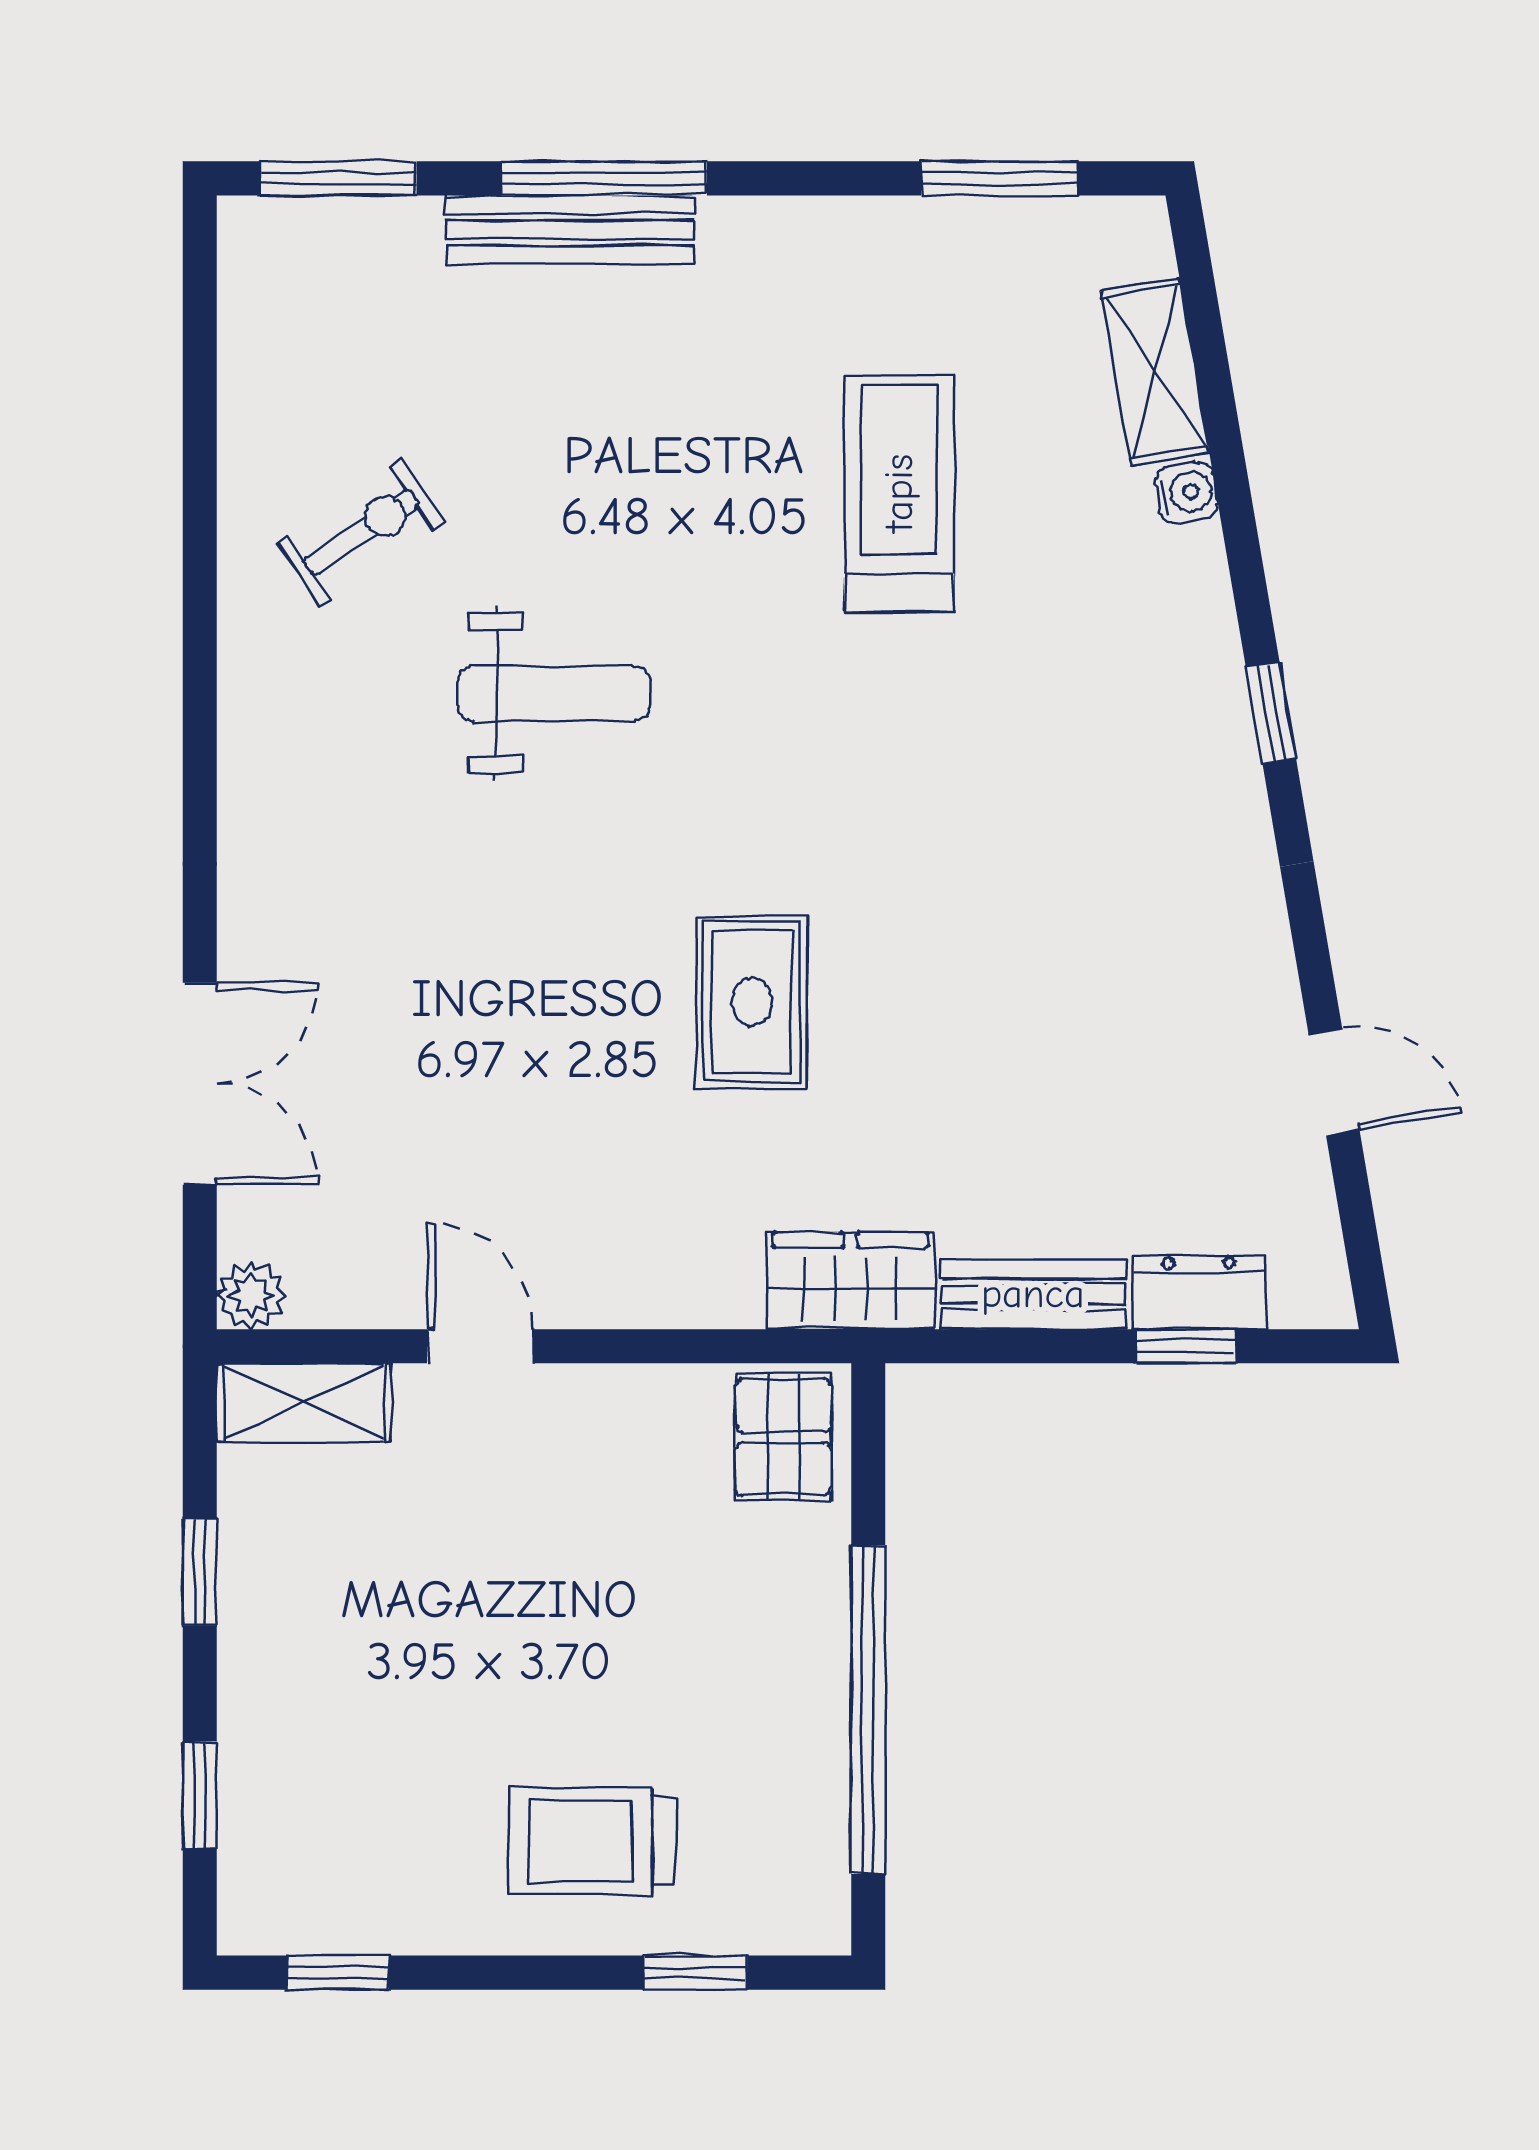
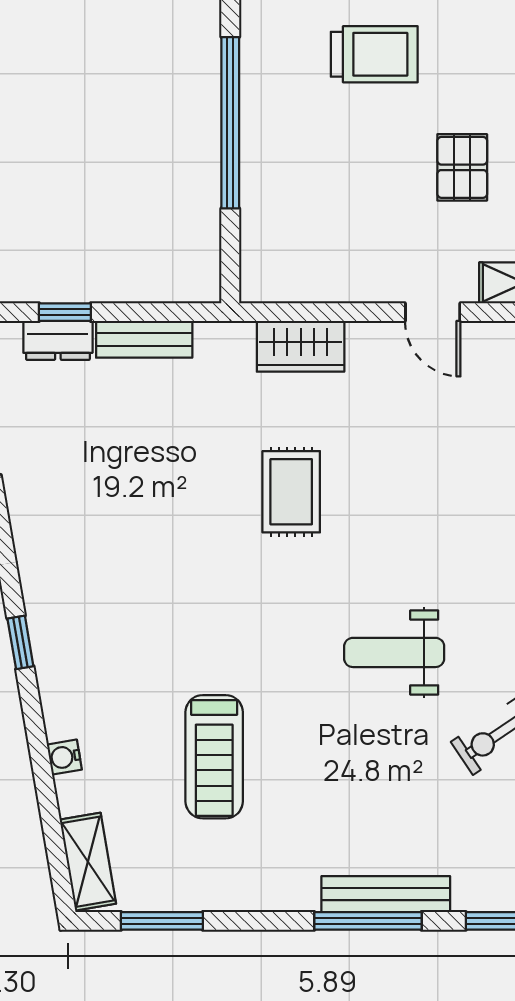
shelving: (1155, 372) -> (88, 862), moved
wardrobe: (850, 1281) -> (301, 346), moved
pallet: (784, 1437) -> (462, 167), moved

